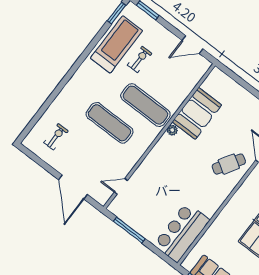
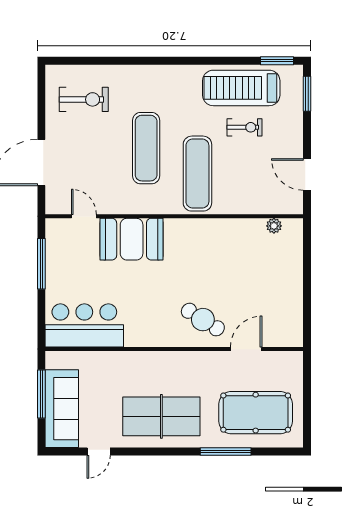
treadmill: (116, 44) -> (241, 88), turned 180
booth: (197, 113) -> (132, 239), moved
plant: (172, 130) -> (274, 226), moved
exercise bike: (56, 137) -> (84, 99), width x1.38, depth x1.39

